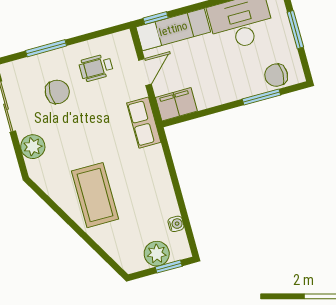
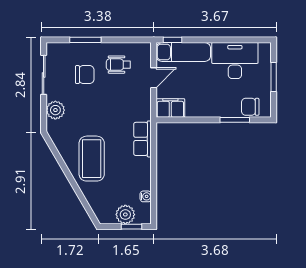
row of seats: (144, 123) -> (143, 139), moved

